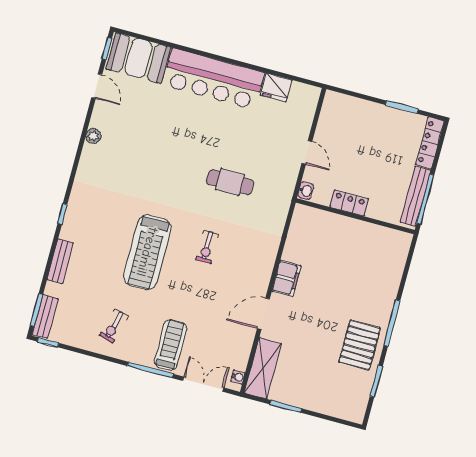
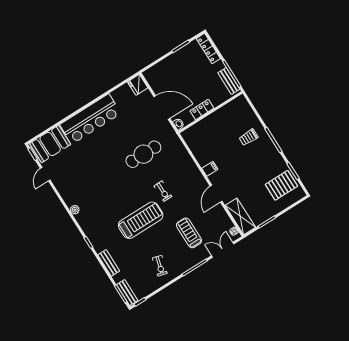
door: (97, 86) -> (45, 174), swing flipped
fridge: (276, 88) -> (138, 85), moved, turned 90
plant: (93, 136) -> (75, 210), moved
door: (307, 152) -> (162, 107), width x1.87
cafe table: (230, 182) -> (143, 154), width x1.37, depth x1.35
bench: (415, 196) -> (229, 81), width x0.73
treadmill: (147, 252) -> (141, 220), turned -90
filing cabinet: (286, 279) -> (210, 169), width x0.50
trolley: (367, 290) -> (248, 137), added
treadmill: (171, 345) -> (189, 233), moved
pallet: (360, 345) -> (281, 185), moved, turned 90

